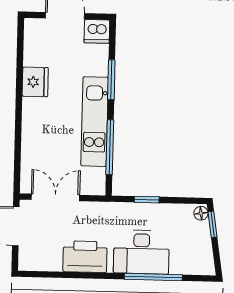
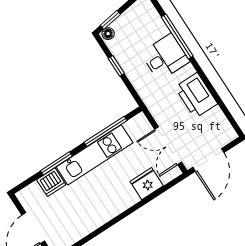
dishwasher: (97, 31) -> (51, 182), moved, turned 90
fridge: (35, 82) -> (147, 184), moved
window: (147, 200) -> (116, 66), moved
desk: (141, 252) -> (165, 57), width x0.73

